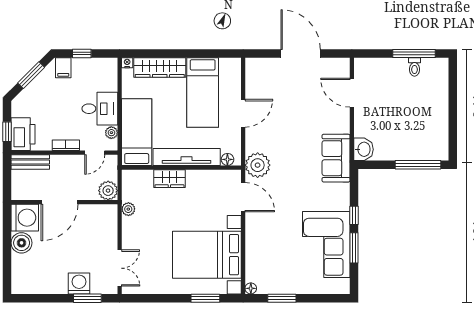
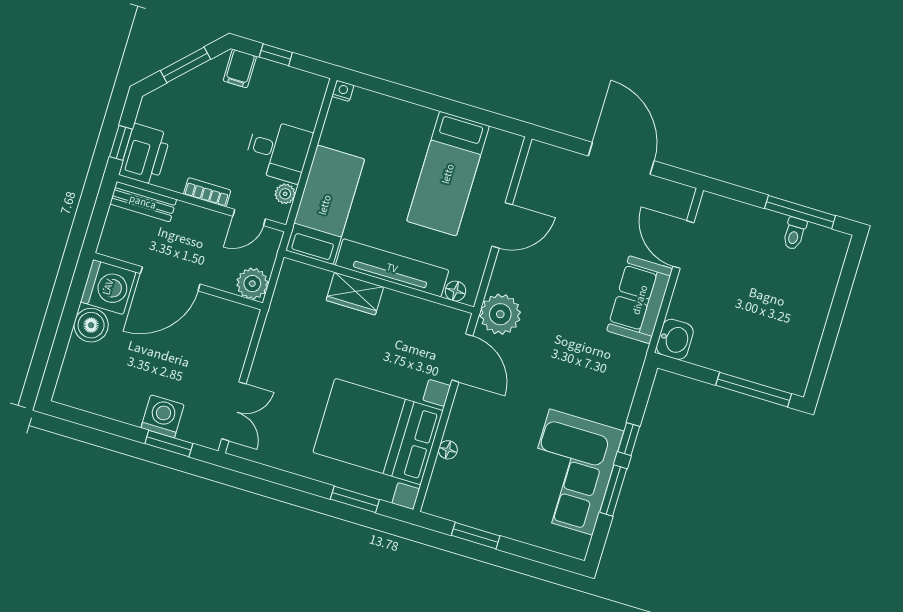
wardrobe: (160, 67) -> (392, 114), removed
sofa: (336, 158) -> (640, 300), moved
plant: (128, 209) -> (275, 322), removed
floor lamp: (251, 288) -> (448, 450), moved

